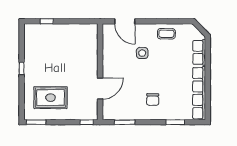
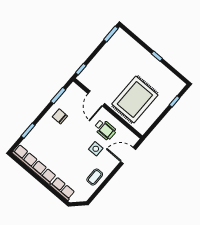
wheelchair: (120, 59) -> (105, 130), added
rug: (51, 98) -> (135, 100), moved, width x1.37, depth x1.44
chair: (153, 100) -> (60, 116), moved

